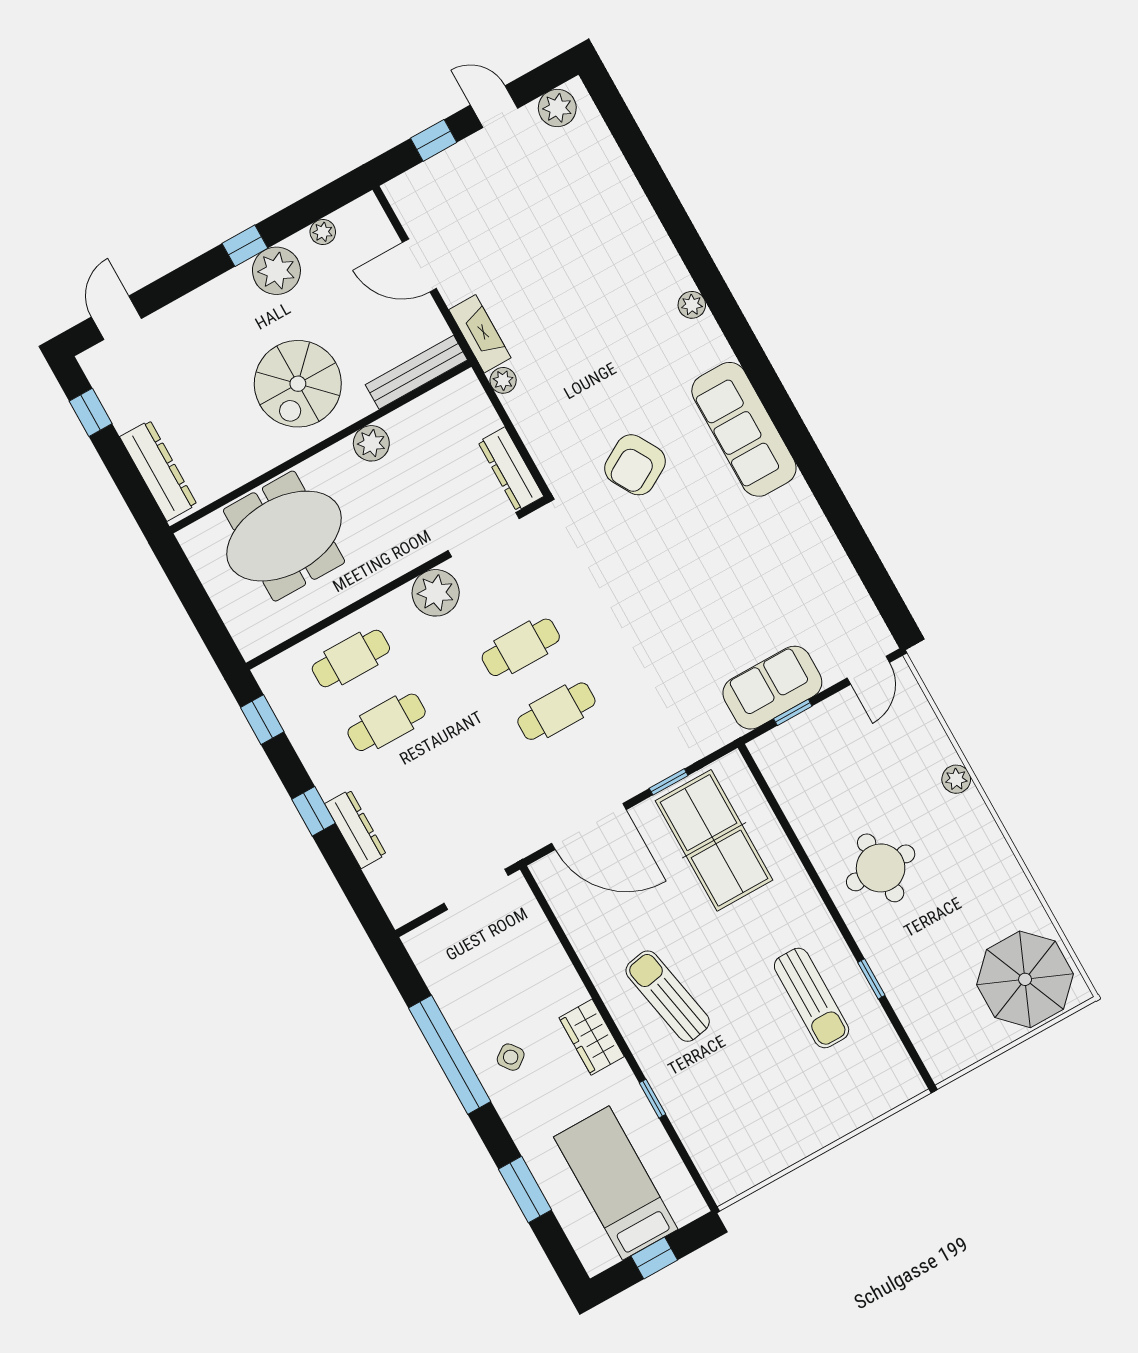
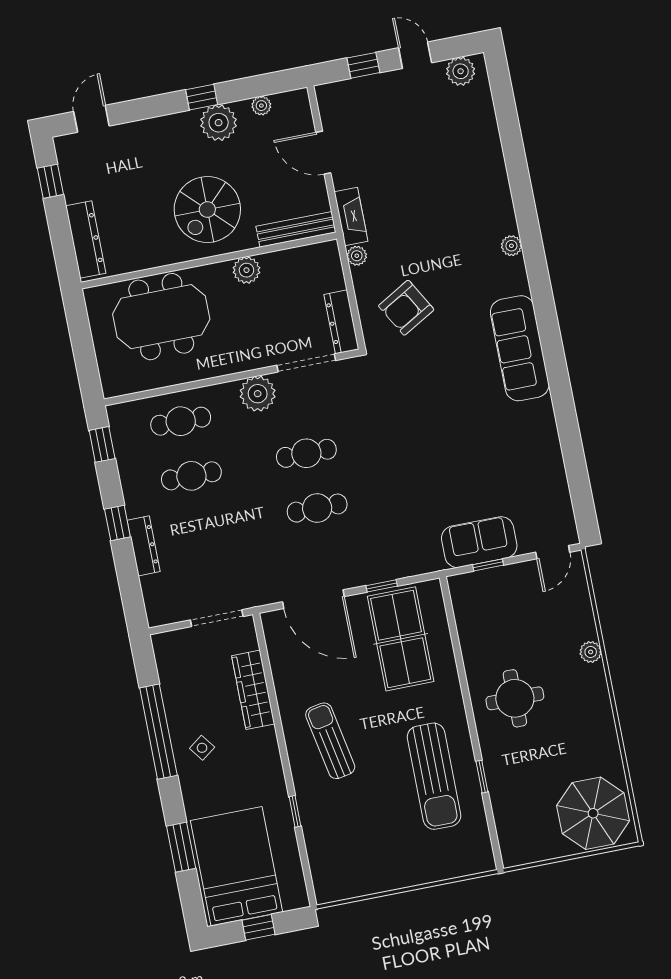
armchair: (635, 465) -> (406, 308), moved
sun lounger: (812, 998) -> (434, 776), width x1.36, depth x1.34
wardrobe: (592, 1037) -> (253, 690), moved, width x1.50
bed: (616, 1183) -> (237, 866), width x1.50

